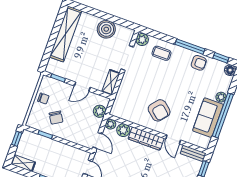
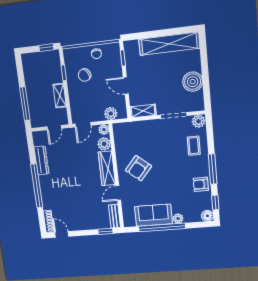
armchair: (199, 63) -> (201, 184), turned 90
shelving: (23, 163) -> (60, 96), moved

